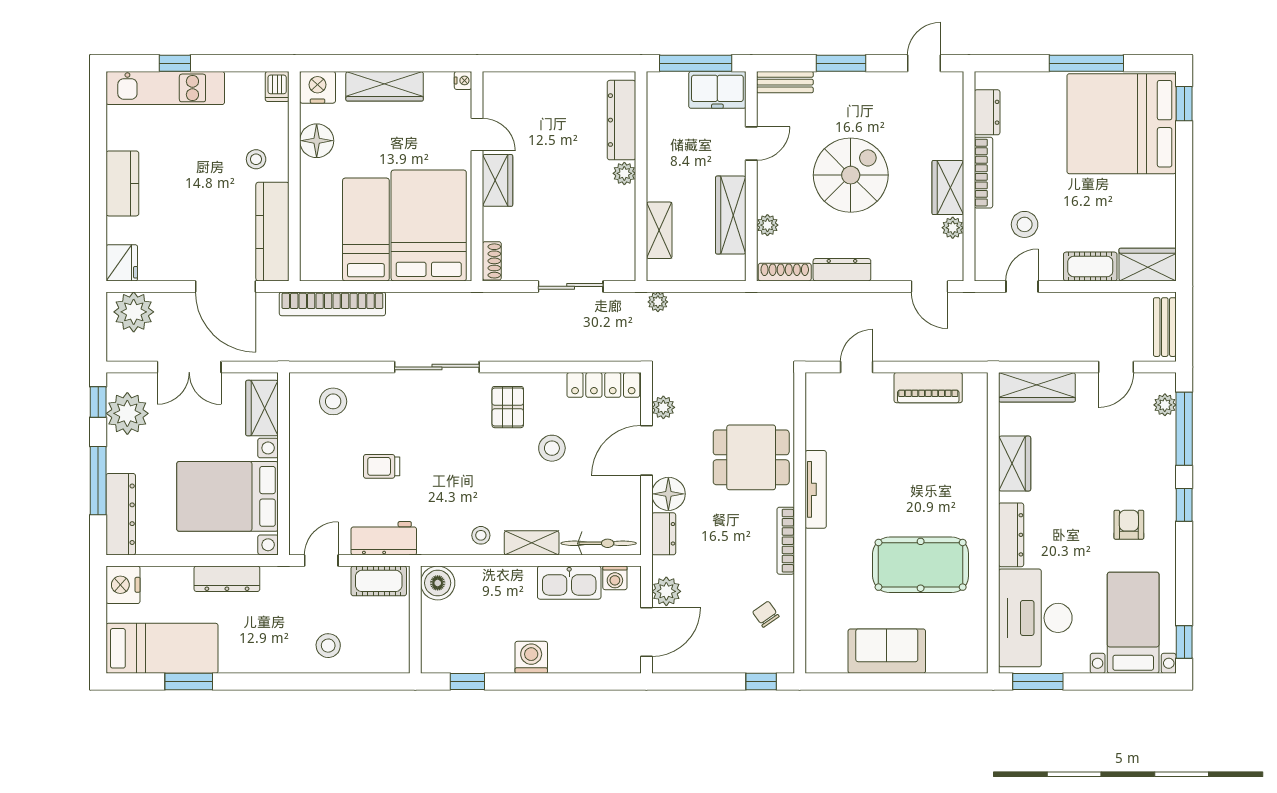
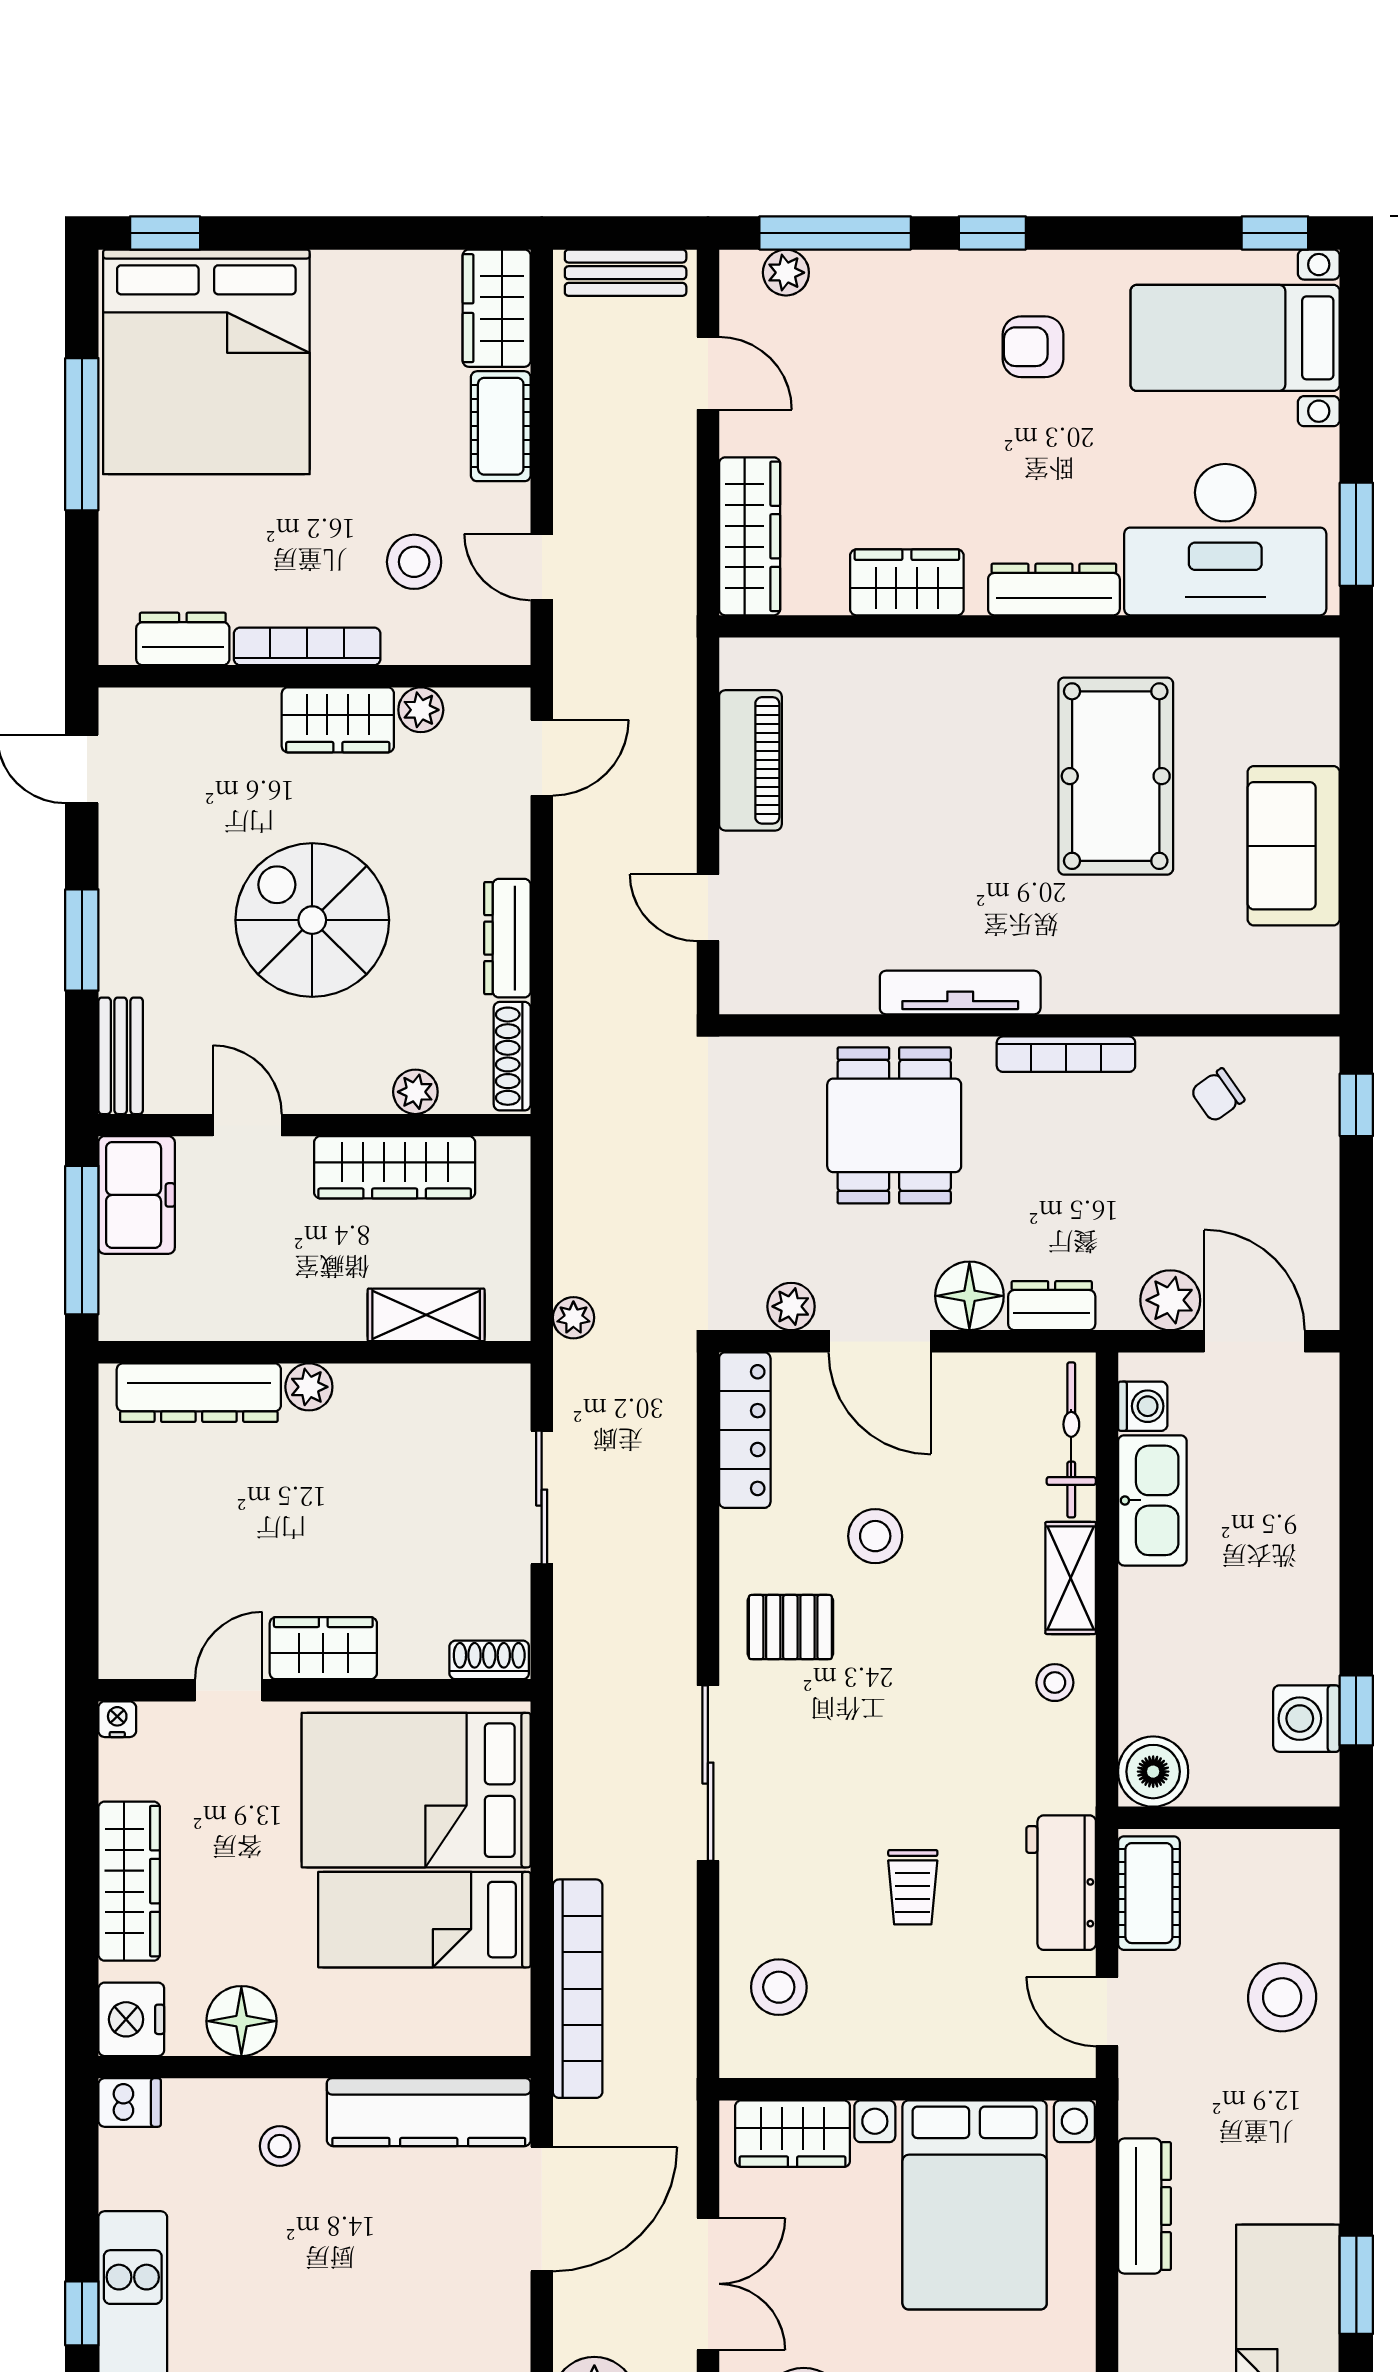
stool: (328, 646) -> (1282, 1997), width x1.38, depth x1.38
washing machine: (531, 657) -> (1306, 1719), moved

